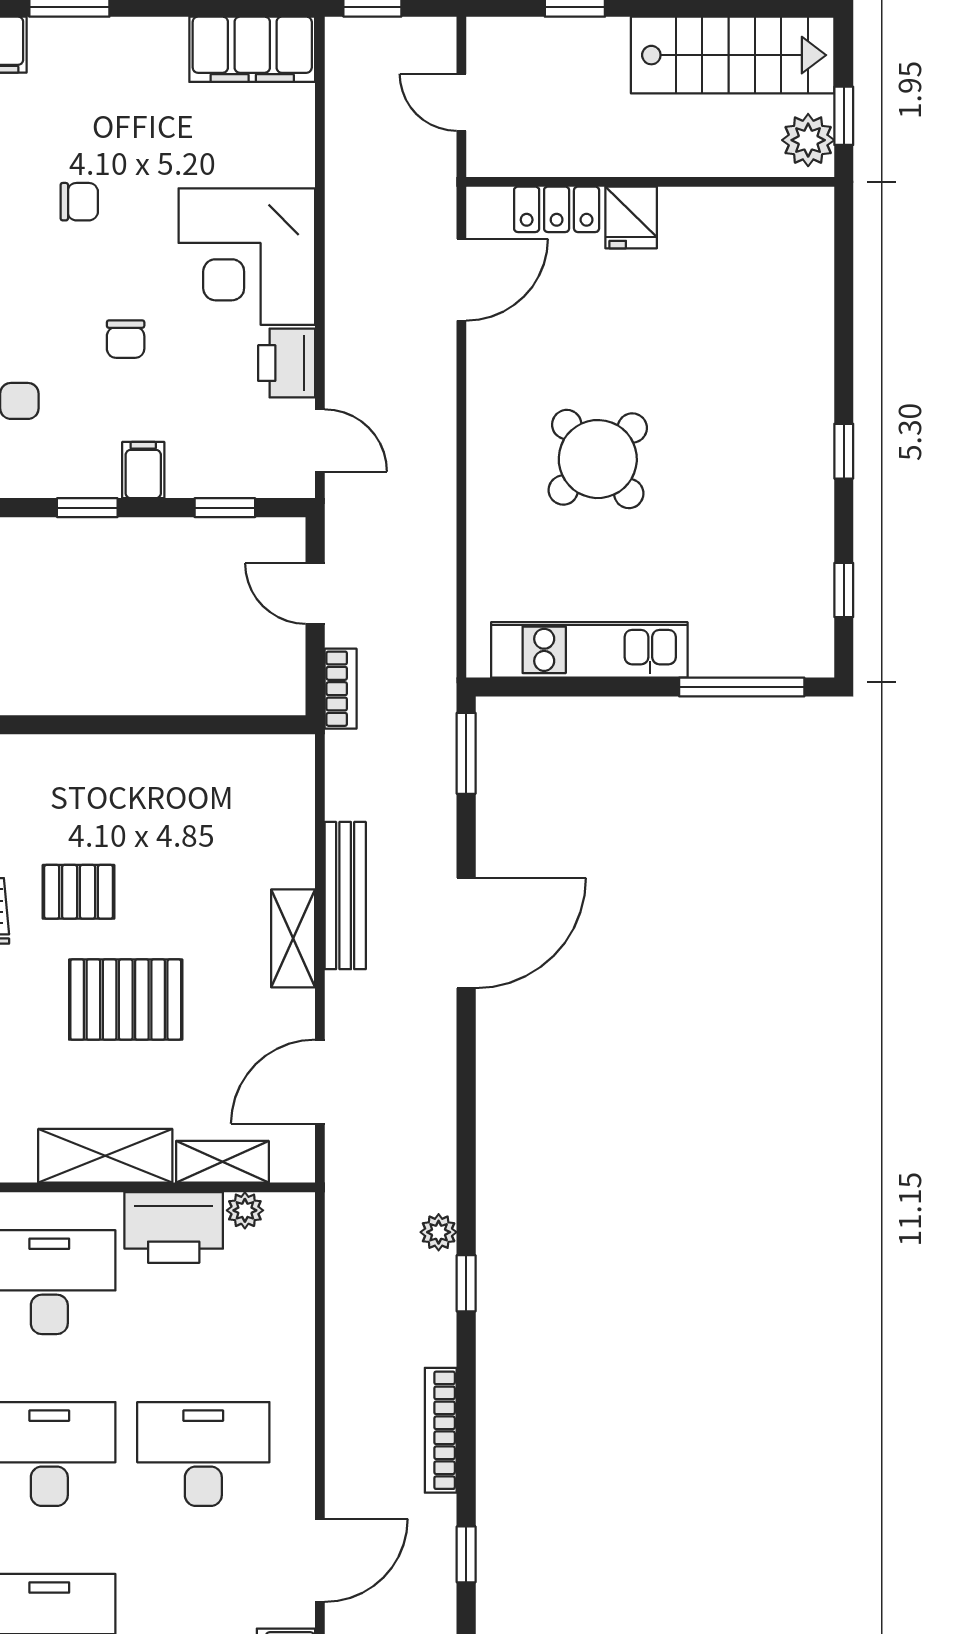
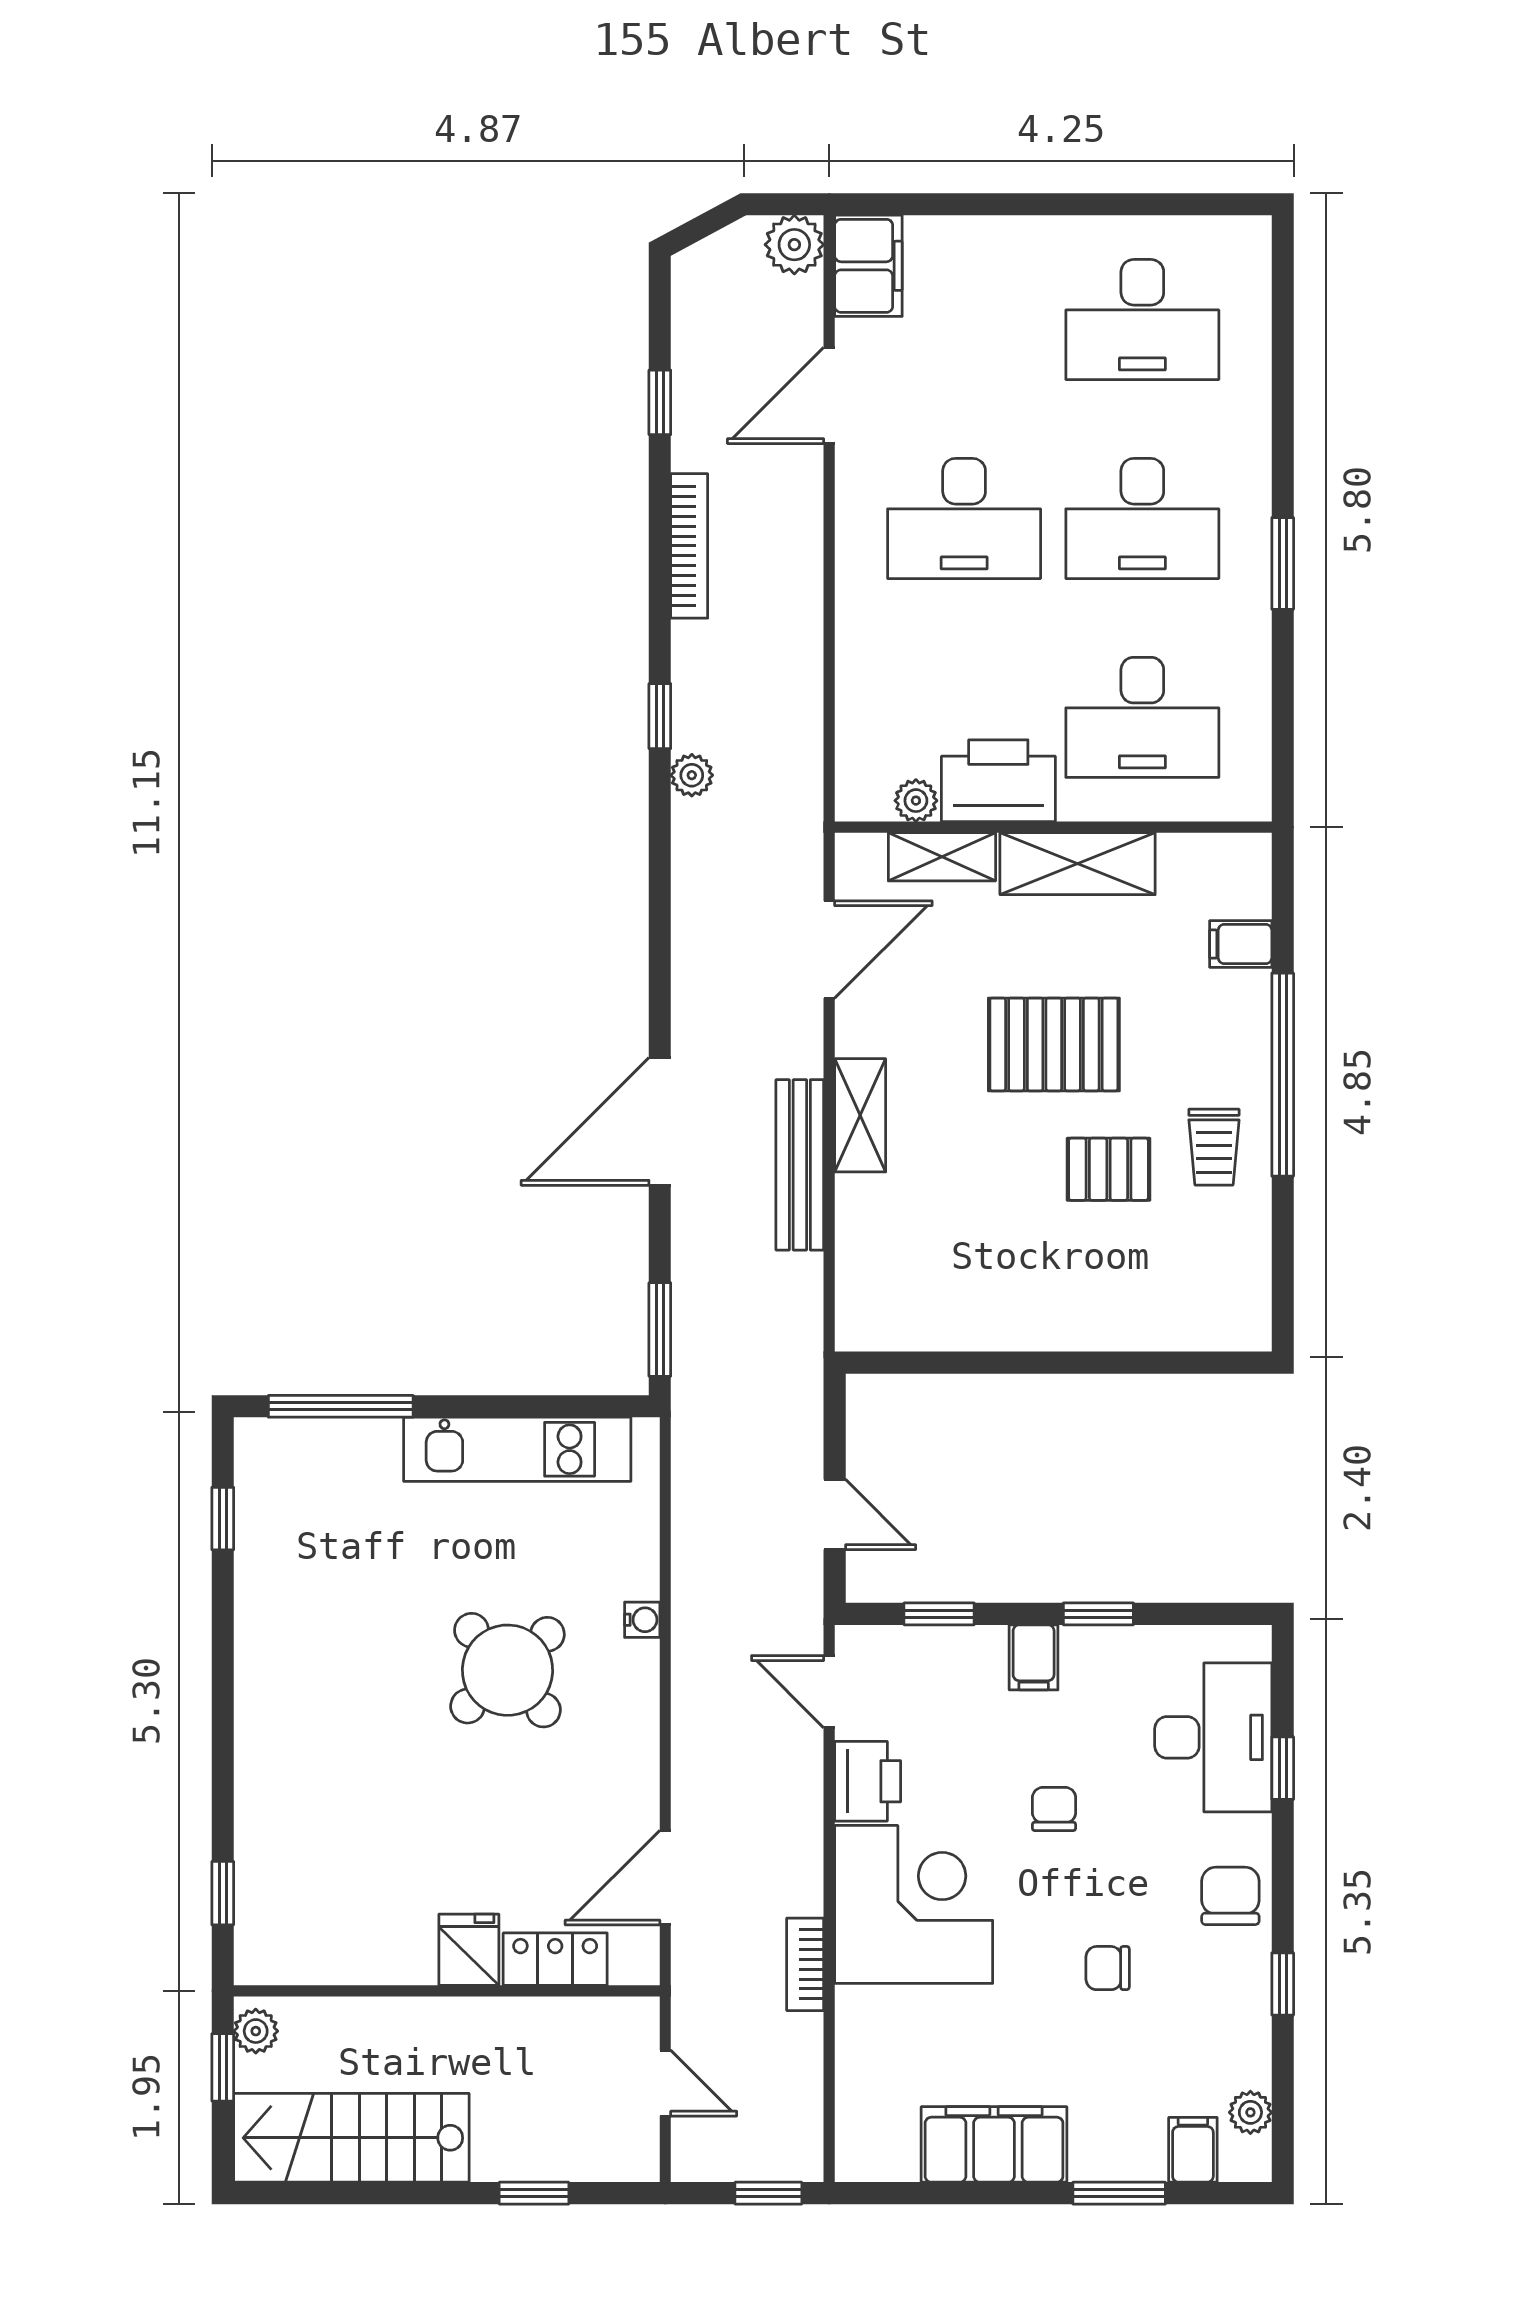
filing cabinet: (252, 49) -> (994, 2144), moved
plant: (808, 140) -> (256, 2031), width x0.73, depth x0.73
window: (844, 451) -> (223, 1893), moved
water cooler: (481, 503) -> (642, 1620), added
bookcase: (341, 689) -> (805, 1964), moved

